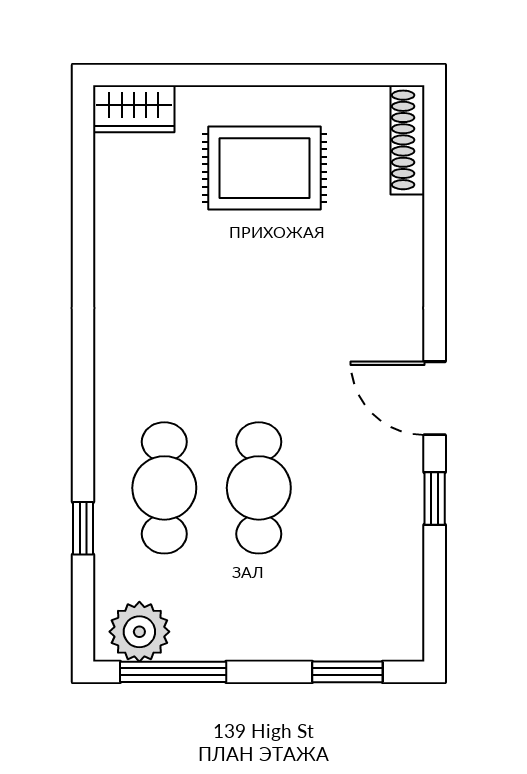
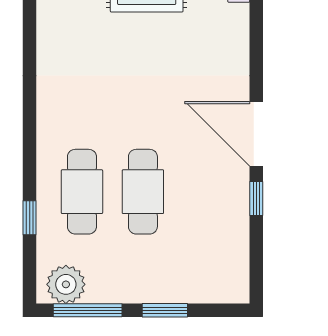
door: (435, 398) -> (256, 134), width x1.36
window: (347, 672) -> (165, 310), moved

